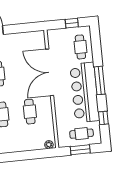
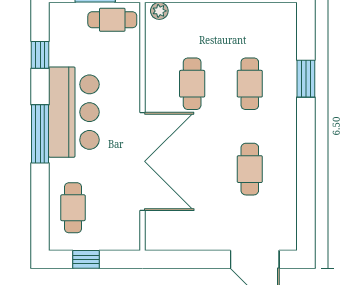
bar counter: (85, 92) -> (74, 112), width x0.73
cafe table: (82, 134) -> (112, 20), moved

